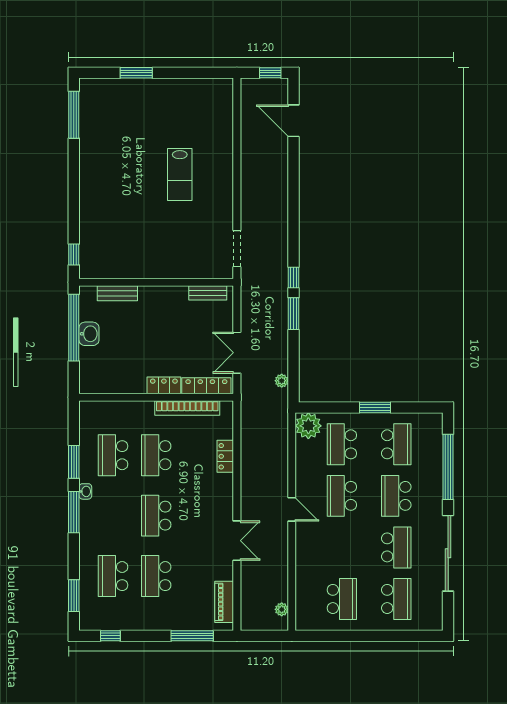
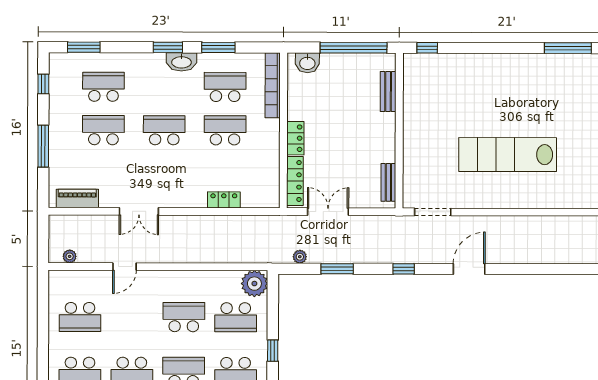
door: (294, 121) -> (469, 269), moved
lab bench: (180, 174) -> (508, 155), width x1.86, depth x1.39
window: (294, 314) -> (337, 269), moved
washbasin: (89, 334) -> (307, 63), moved
window: (375, 407) -> (273, 351), width x0.67
bookcase: (187, 408) -> (273, 85), moved
school desk: (342, 444) -> (236, 317), turned 180
washbasin: (85, 491) -> (181, 62), width x1.91, depth x1.45
door: (292, 509) -> (124, 267), moved
window: (74, 512) -> (168, 47), width x0.69
window: (192, 636) -> (43, 146), moved

